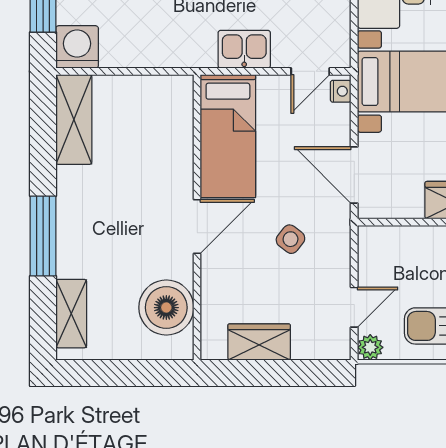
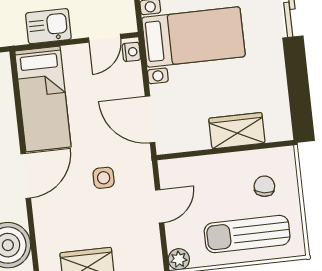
side table: (290, 239) -> (104, 178), turned -38
door: (354, 307) -> (160, 206), moved

